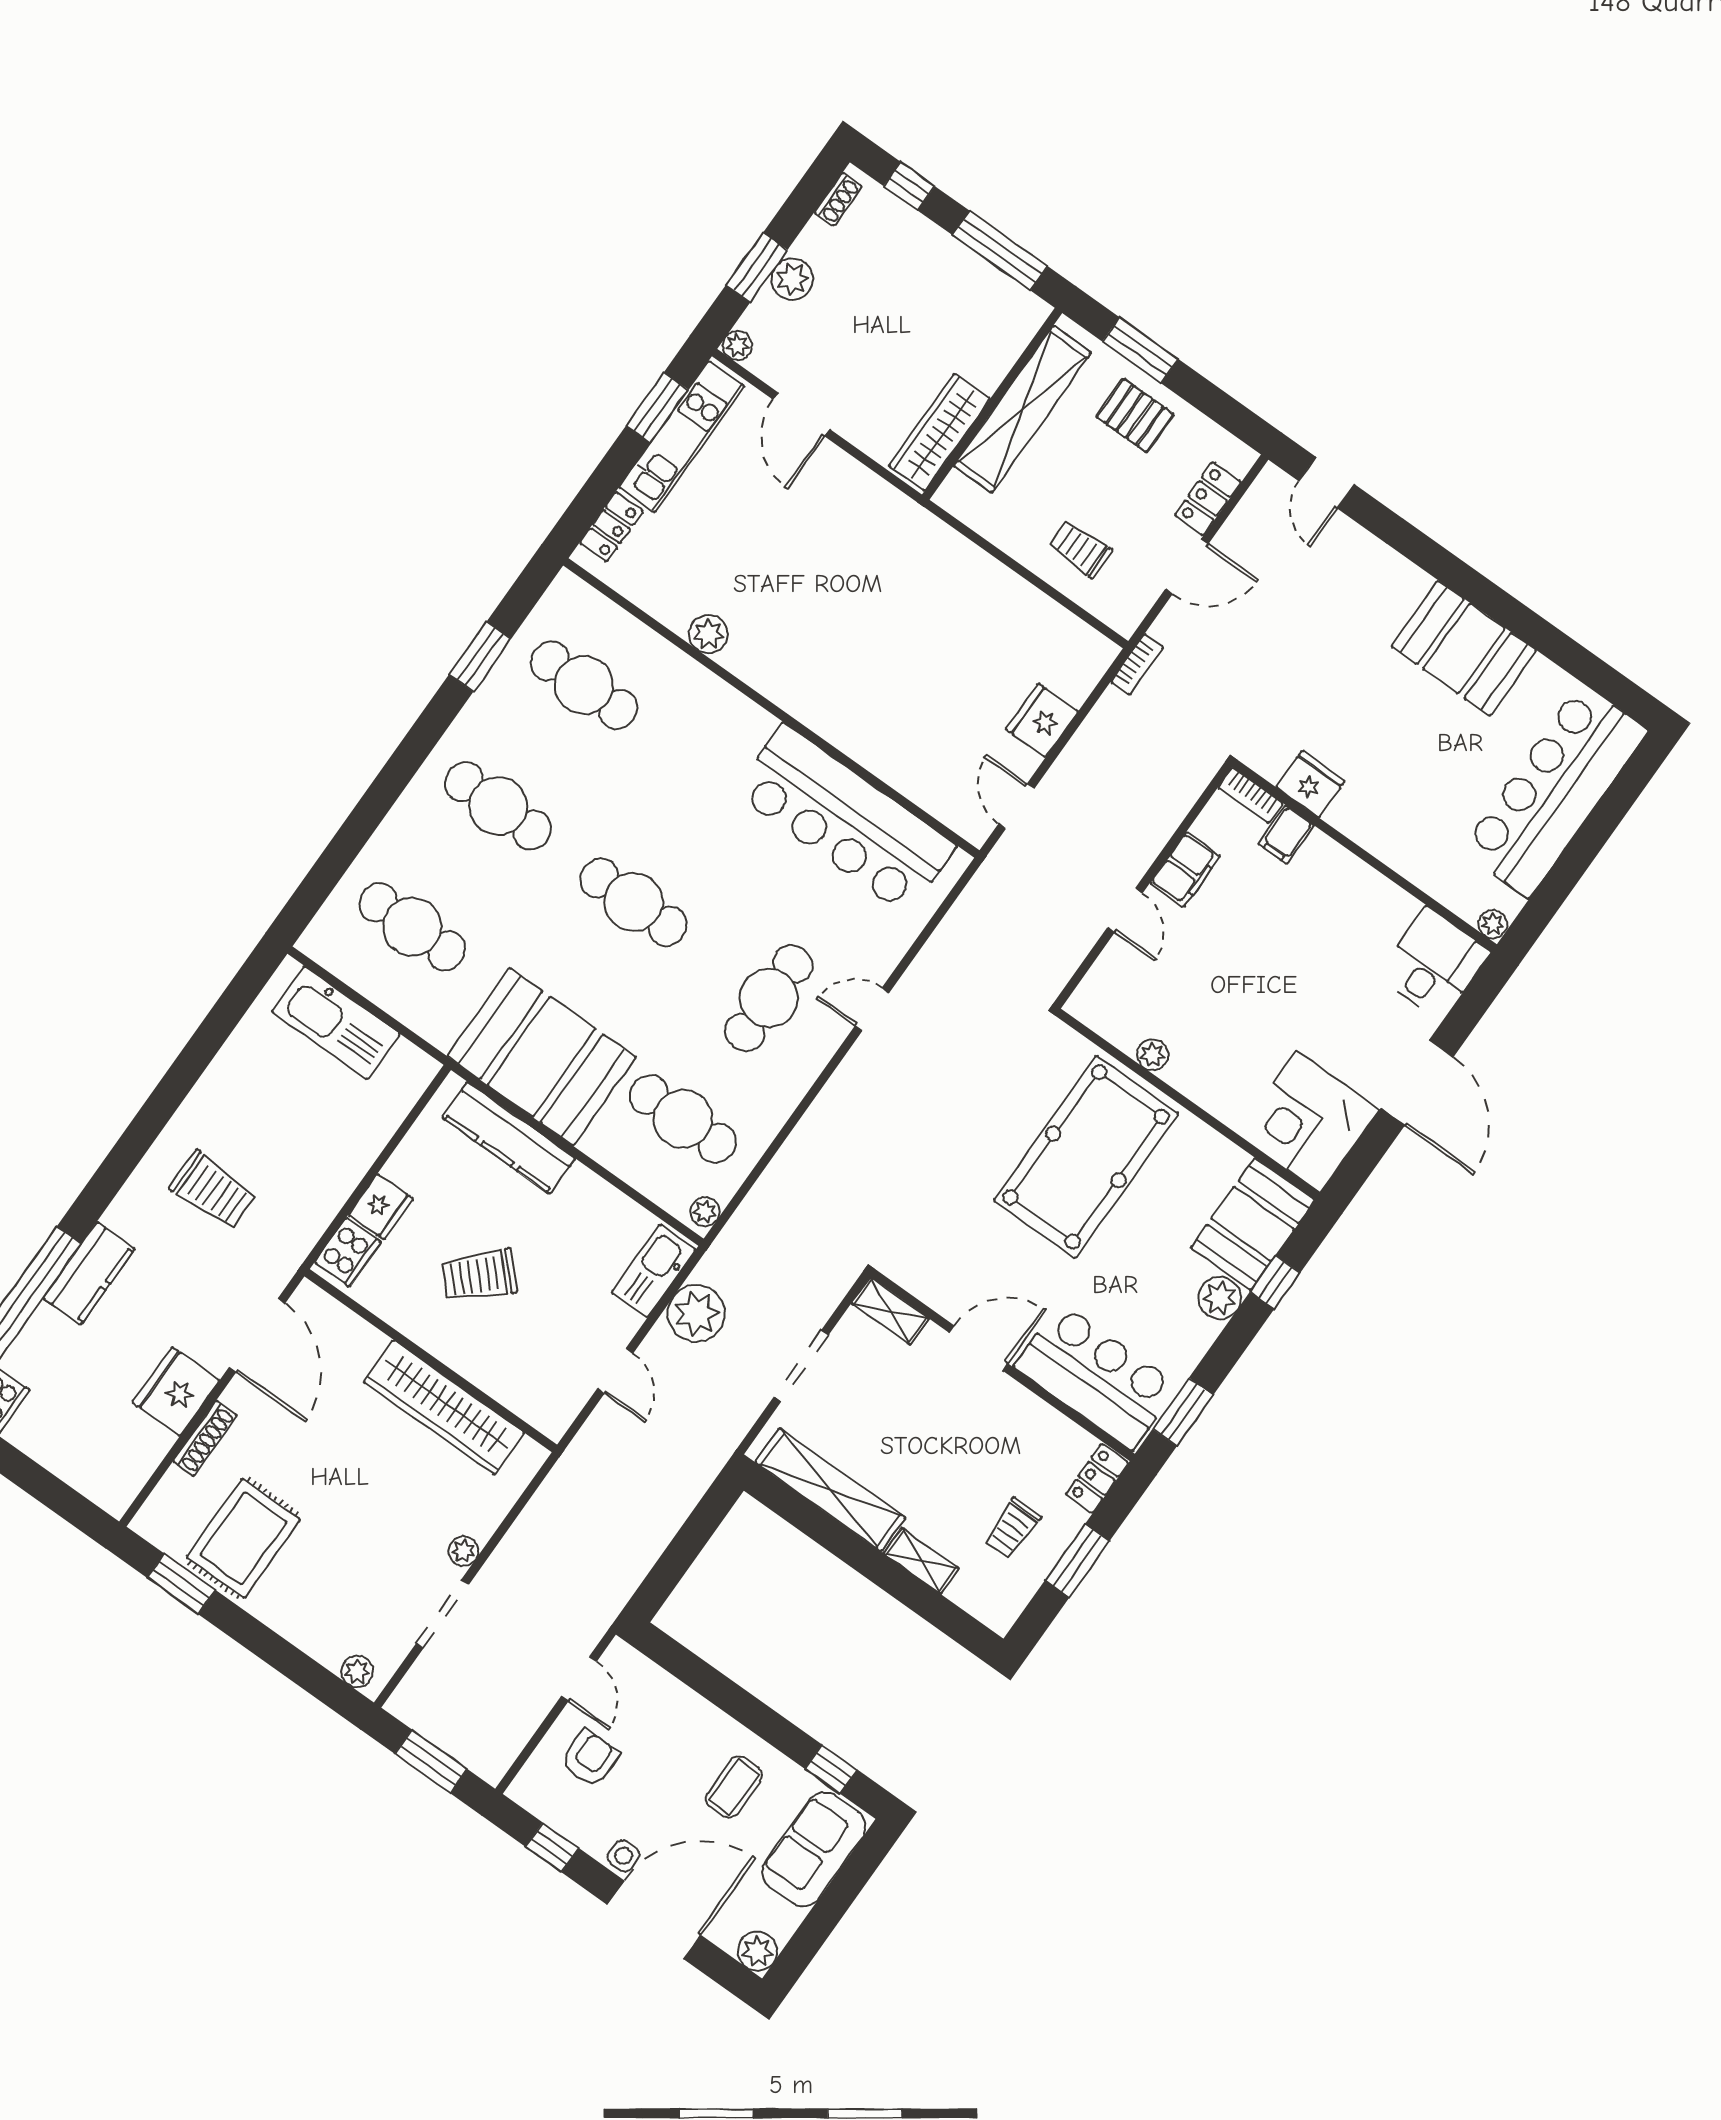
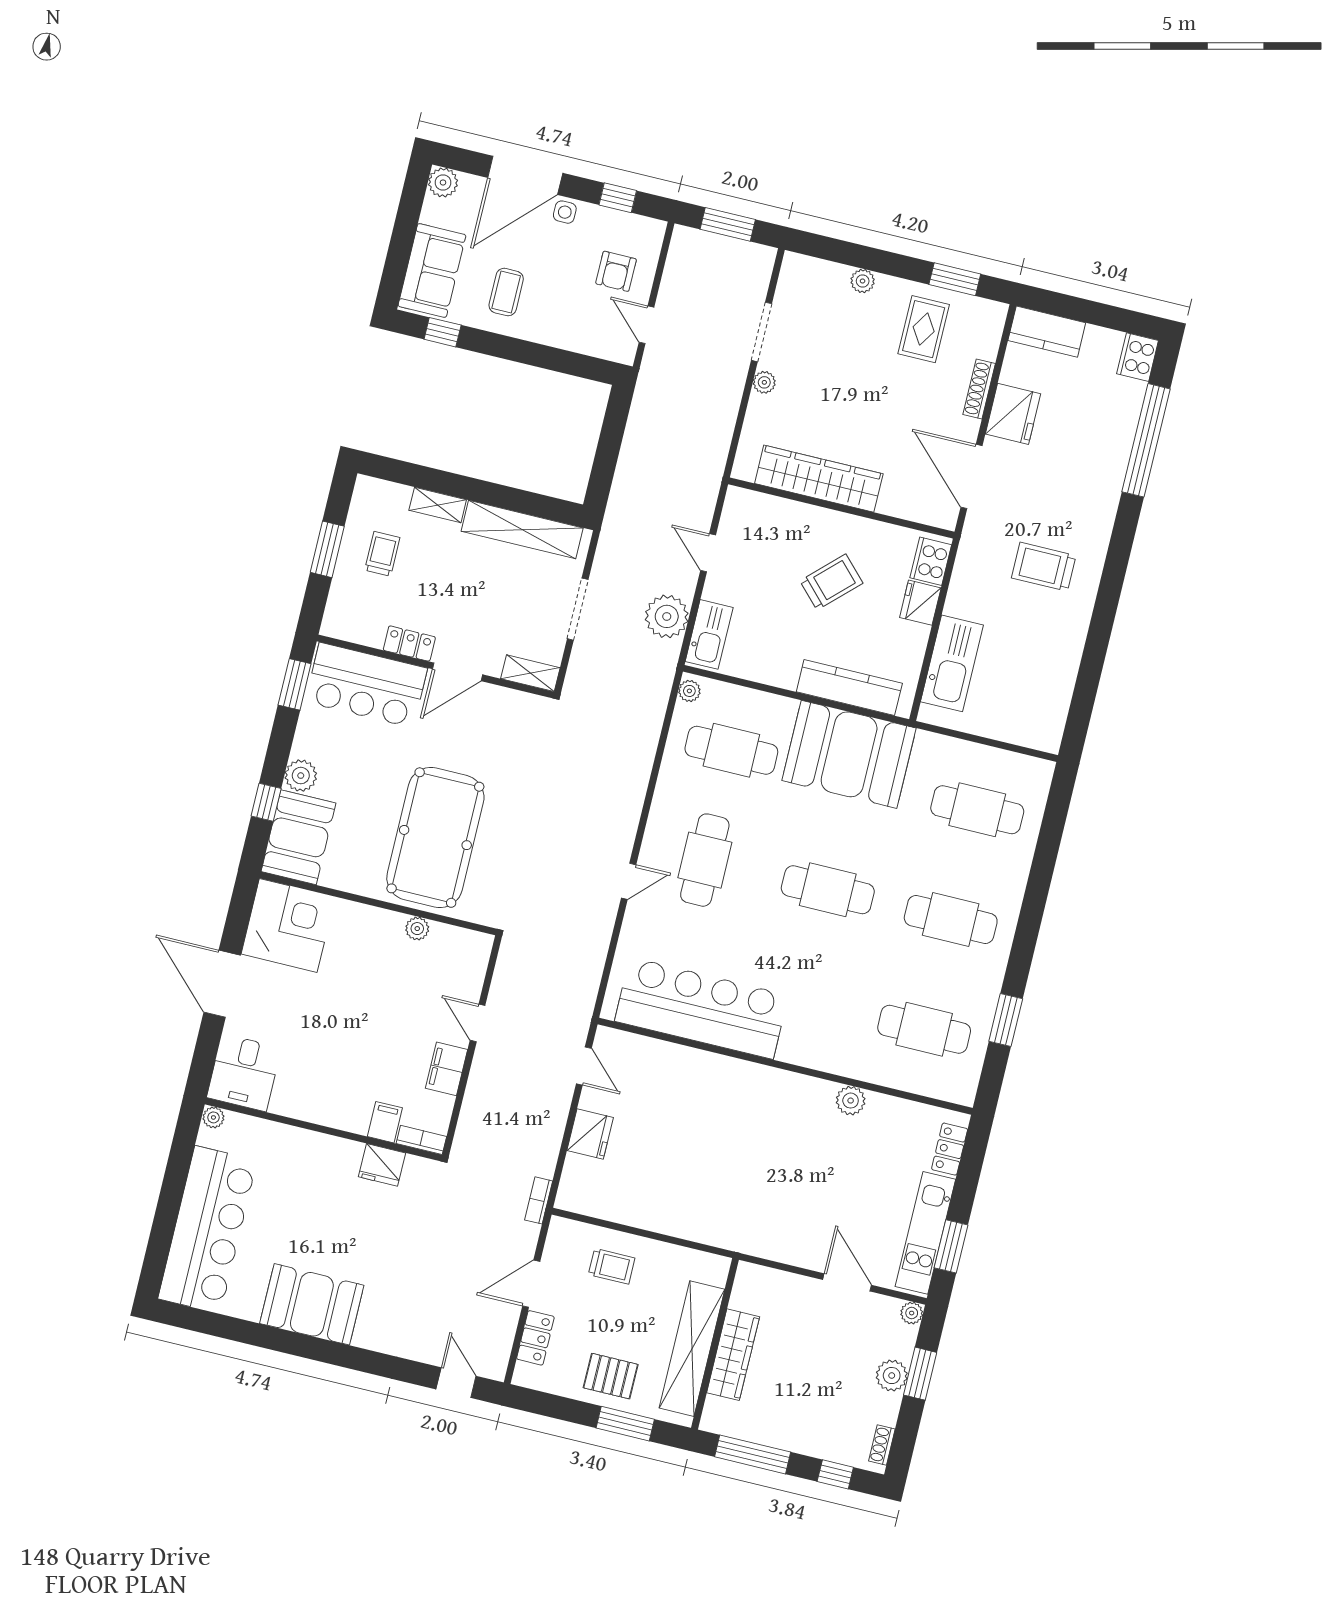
wardrobe: (940, 432) -> (733, 1355), moved
kitchen sink: (336, 1023) -> (952, 663), moved, turned 90
kitchen counter: (89, 1273) -> (1047, 332), moved, turned -90
locker: (1097, 1478) -> (409, 644), moved, turned -90
rug: (243, 1538) -> (924, 329), width x0.73, depth x0.70
plant: (357, 1671) -> (863, 281), moved

